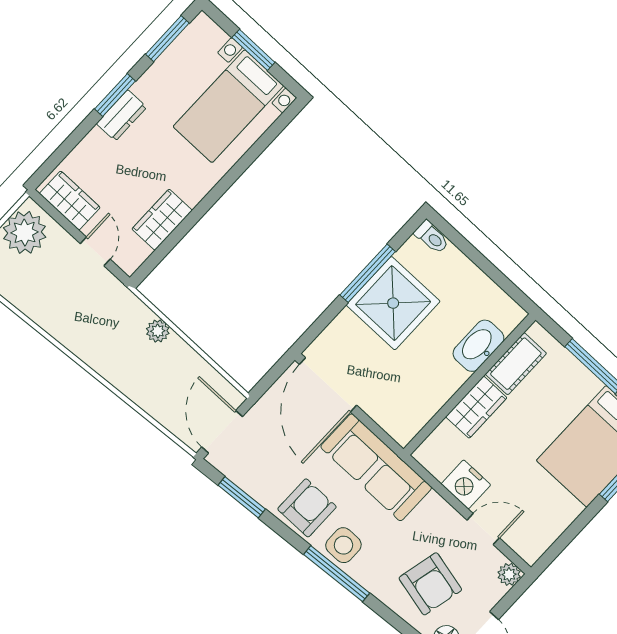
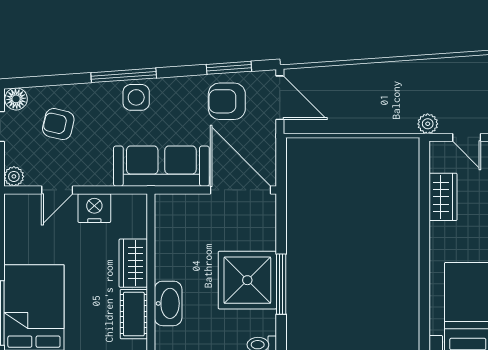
plant: (158, 331) -> (428, 124), moved
armchair: (307, 508) -> (227, 101), moved, turned 90
armchair: (430, 584) -> (58, 124), width x0.72, depth x0.72

